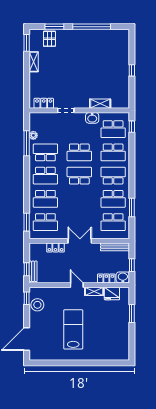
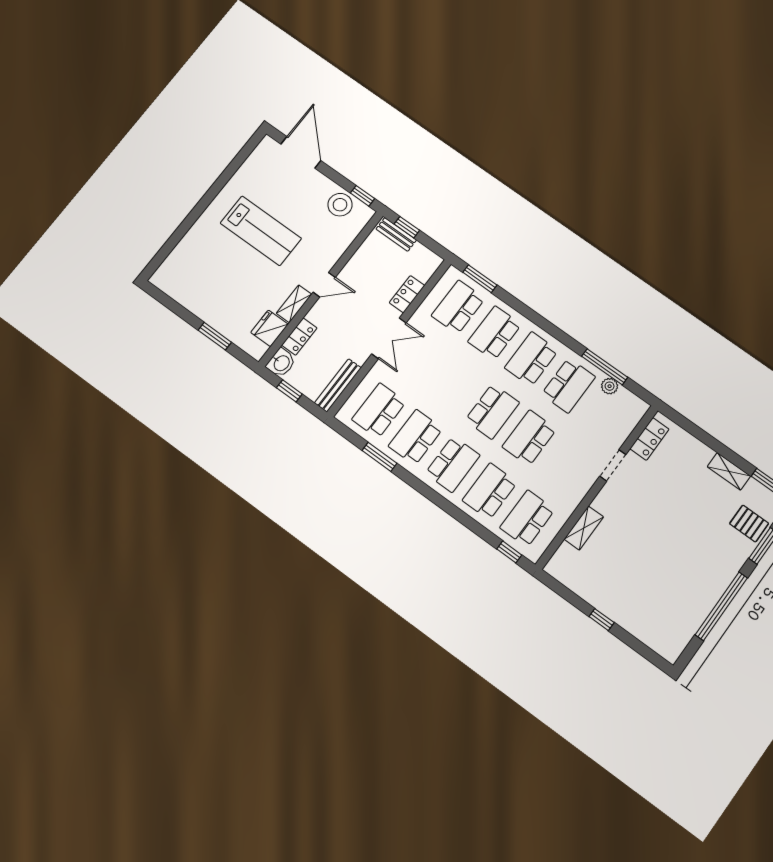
washbasin: (92, 118) -> (570, 499), removed

